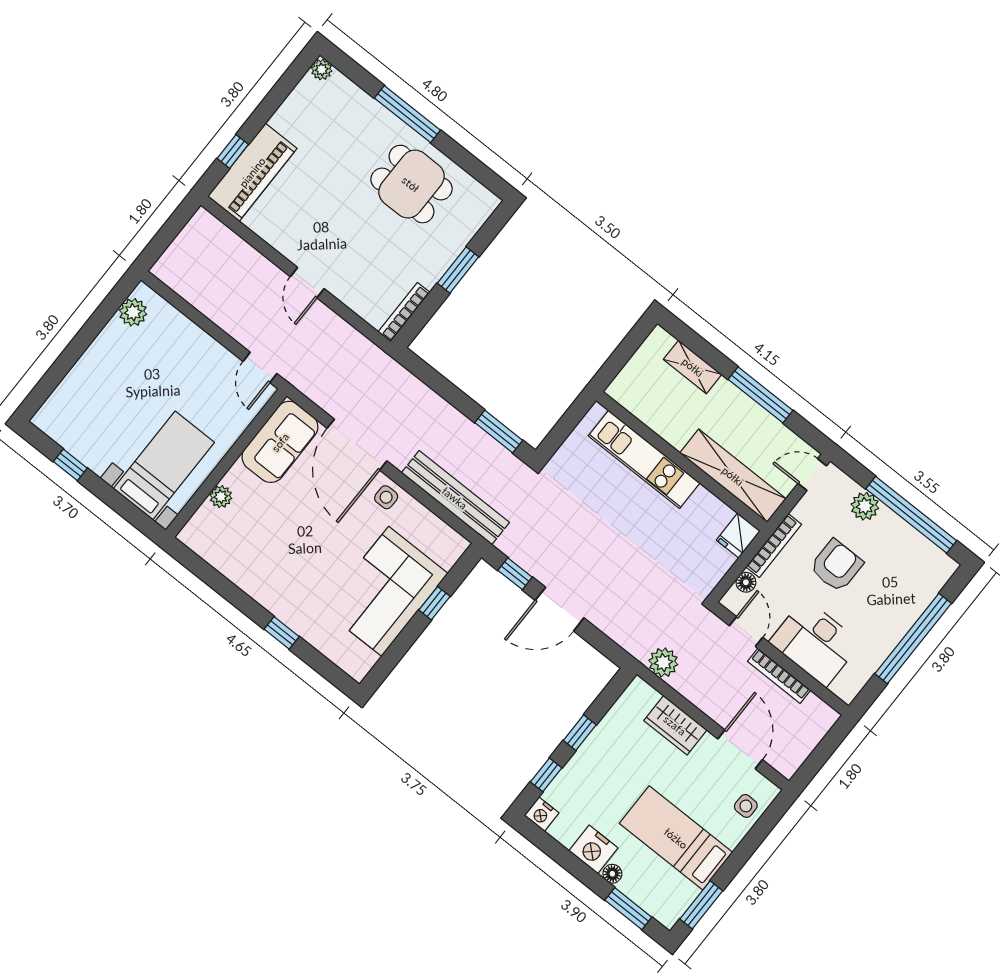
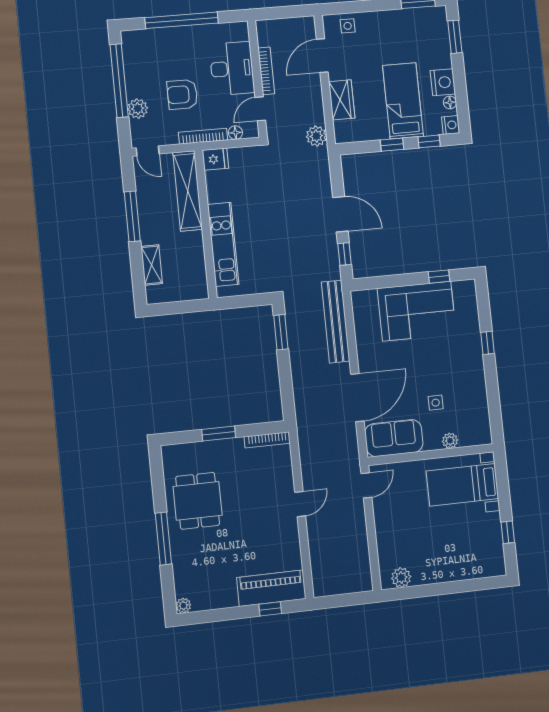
side table: (386, 497) -> (436, 403), moved
window: (434, 603) -> (439, 277), moved
bed: (676, 838) -> (403, 101), moved, turned 180
floor lamp: (612, 874) -> (450, 102), moved

